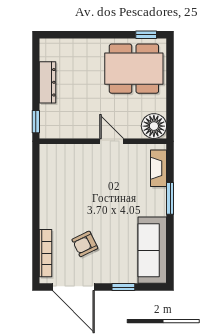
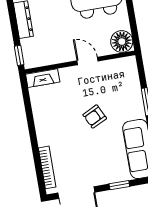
fireplace: (159, 168) -> (43, 78), moved, turned -90
armchair: (85, 244) -> (95, 117), moved

